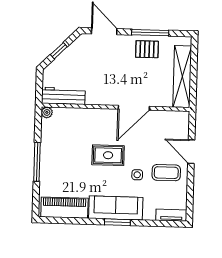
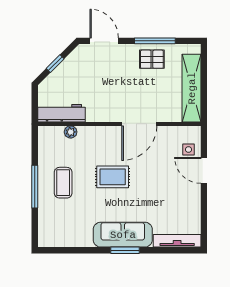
plant: (47, 112) -> (71, 132), moved
coffee table: (166, 173) -> (63, 183), moved, turned 90
side table: (137, 175) -> (189, 150), moved
piano: (64, 208) -> (66, 236), removed
tv unit: (171, 215) -> (177, 241), width x1.41

